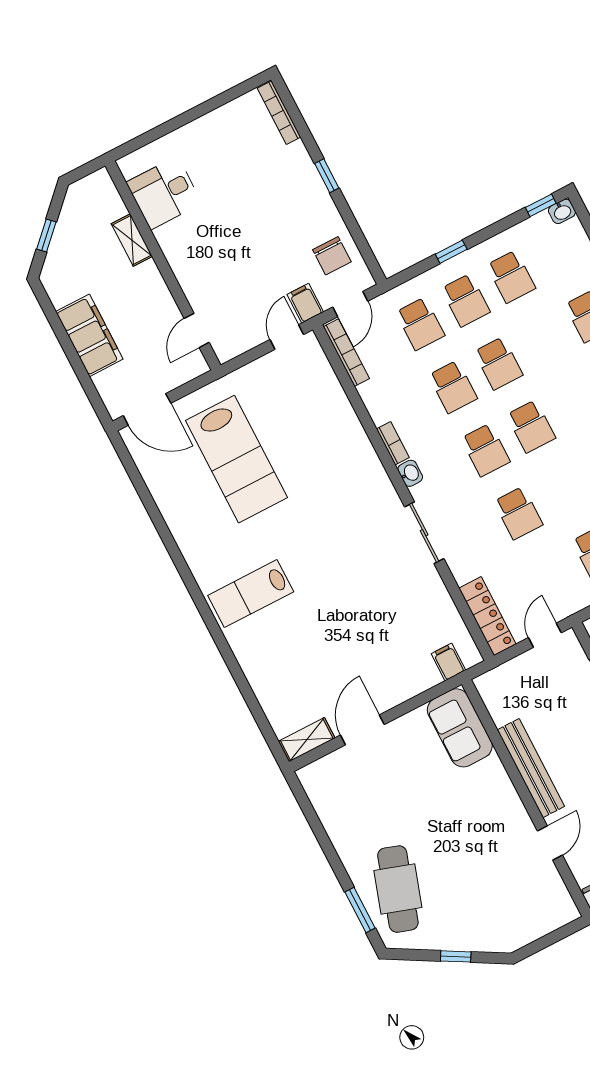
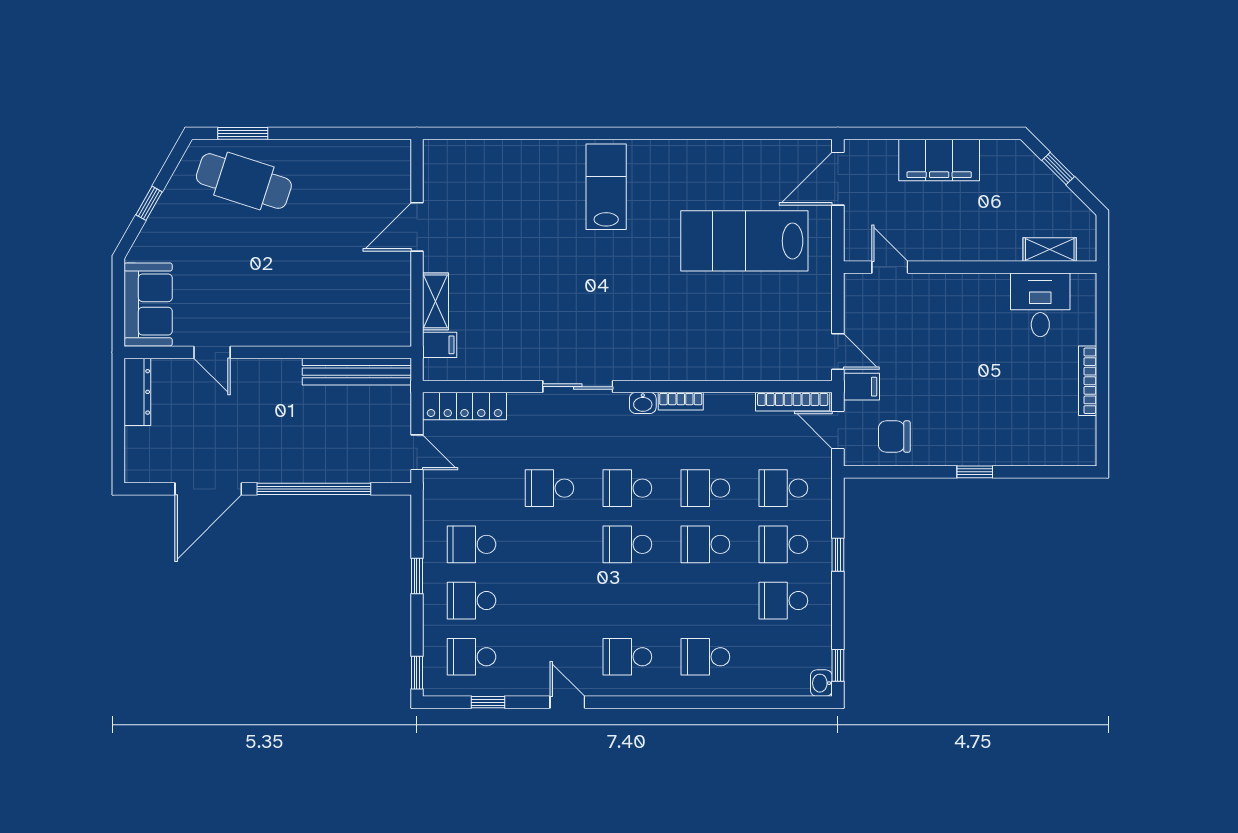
bookcase: (279, 113) -> (1088, 381), moved, turned -90
shelving: (132, 240) -> (1050, 249), moved
sofa: (460, 728) -> (148, 304), moved, turned 90
door: (362, 730) -> (417, 227), swing flipped
shelving: (307, 740) -> (435, 301), moved
bench: (531, 768) -> (357, 372), moved

